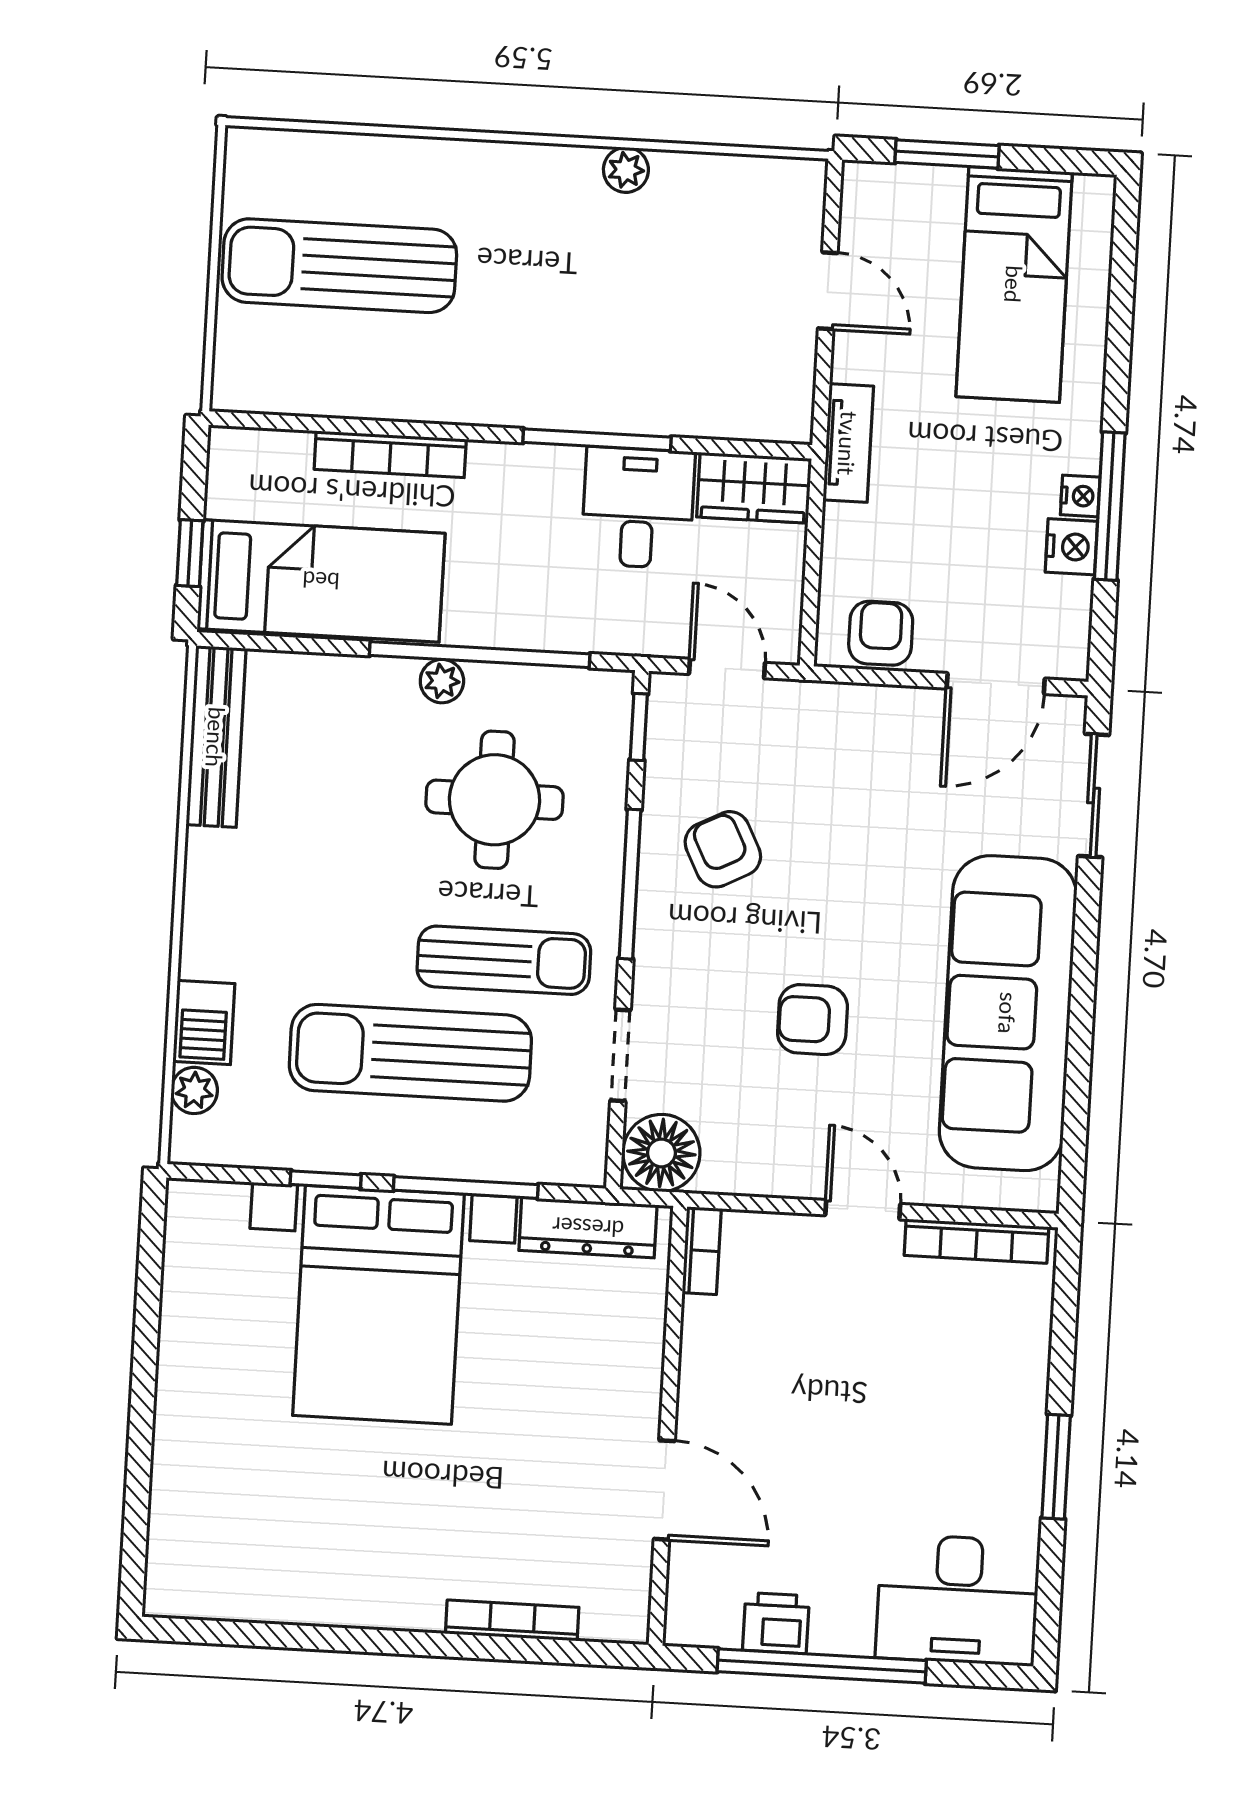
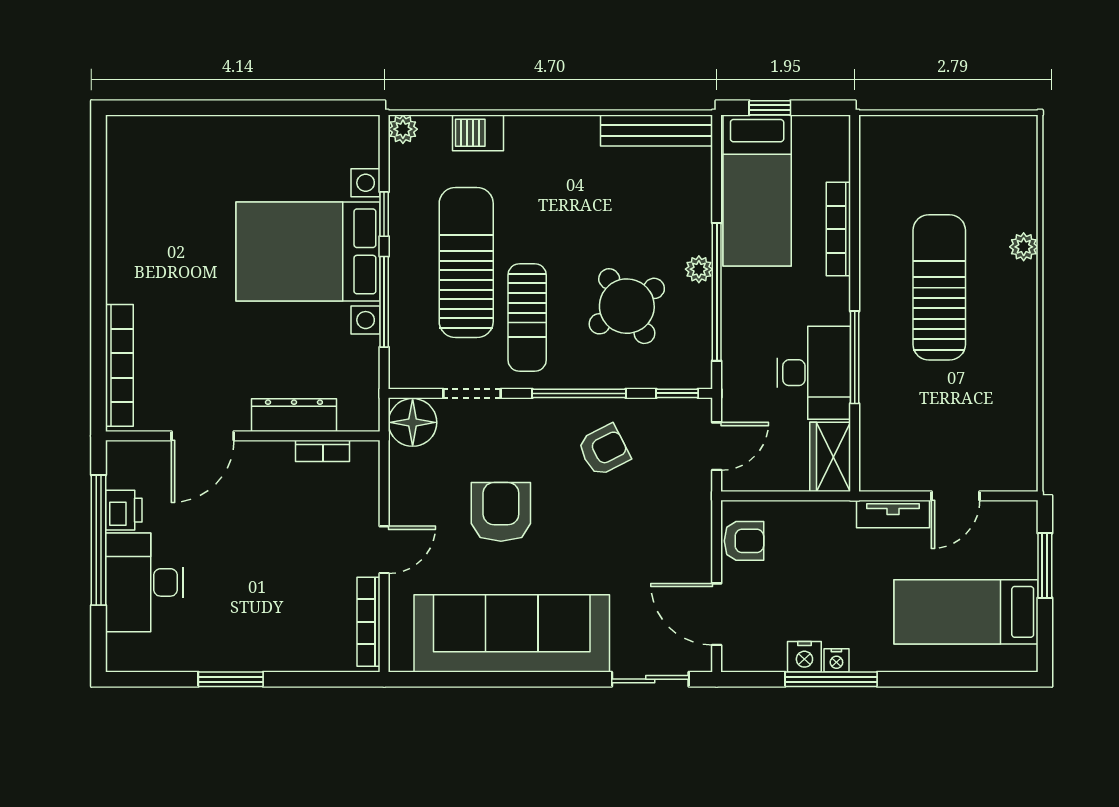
plant: (626, 170) -> (1024, 247), moved
sun lounger: (339, 266) -> (939, 287), moved
tv unit: (848, 443) -> (893, 514), moved
desk: (638, 508) -> (814, 373), width x1.37
round table: (494, 800) -> (627, 306), turned -33
armchair: (812, 1020) -> (501, 512), width x1.38, depth x1.38
plant: (194, 1090) -> (403, 129), moved
dresser: (588, 1228) -> (294, 415), moved, turned 90
bookcase: (702, 1251) -> (323, 451), moved
desk: (958, 1600) -> (145, 582), moved
bookcase: (512, 1620) -> (119, 365), width x1.48, depth x1.31

